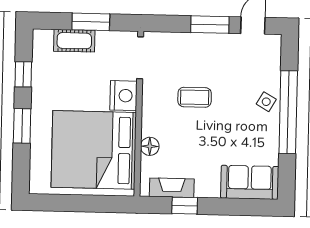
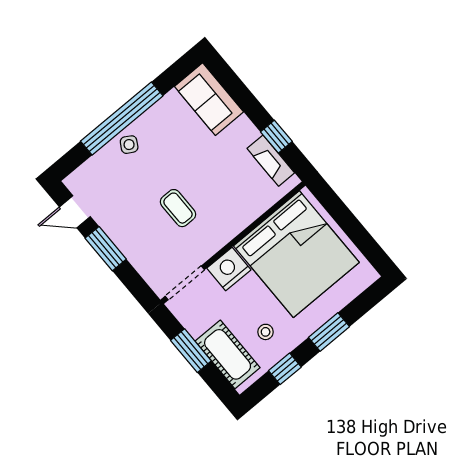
cot: (74, 41) -> (228, 354), width x1.37, depth x1.34
stool: (60, 83) -> (266, 332), added
floor lamp: (150, 146) -> (252, 210), removed

